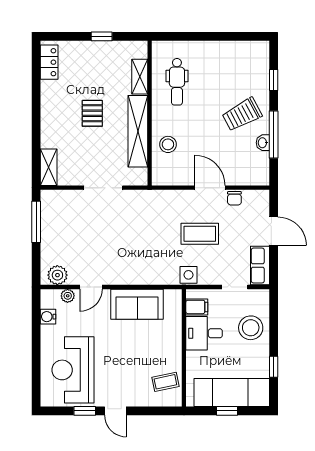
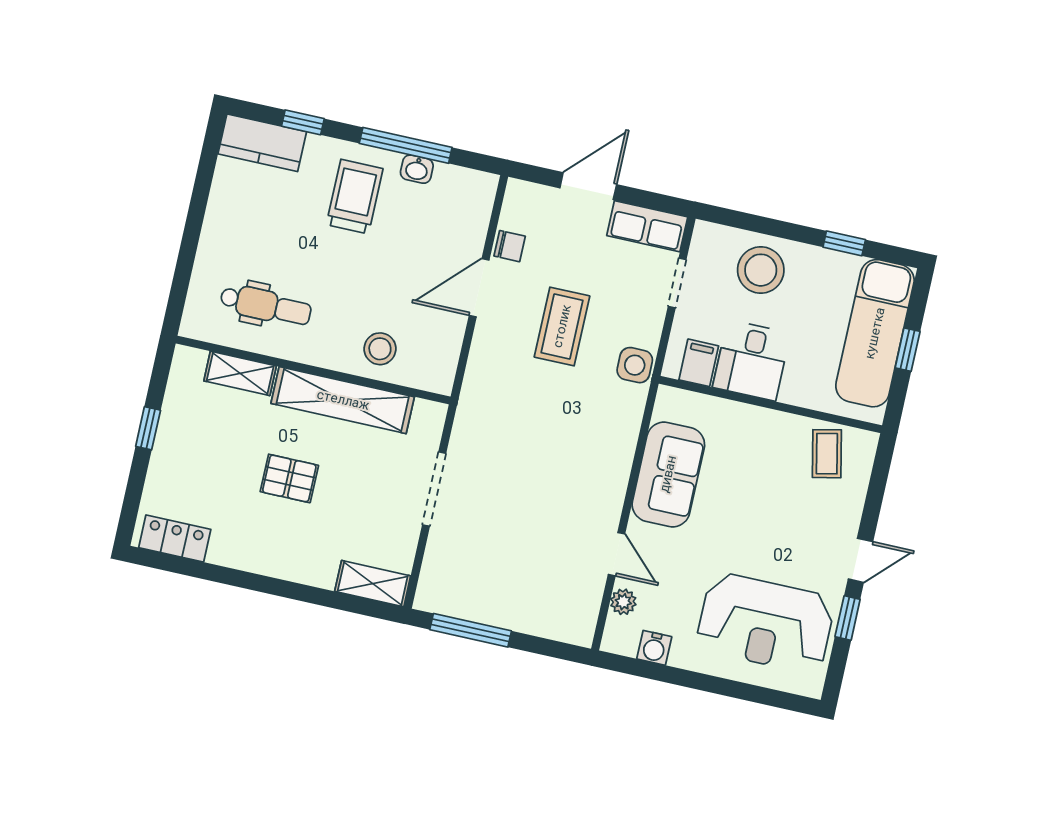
kitchen counter: (259, 62) -> (262, 143), added
trolley: (242, 114) -> (355, 197), turned -152
plant: (57, 275) -> (580, 612), removed

